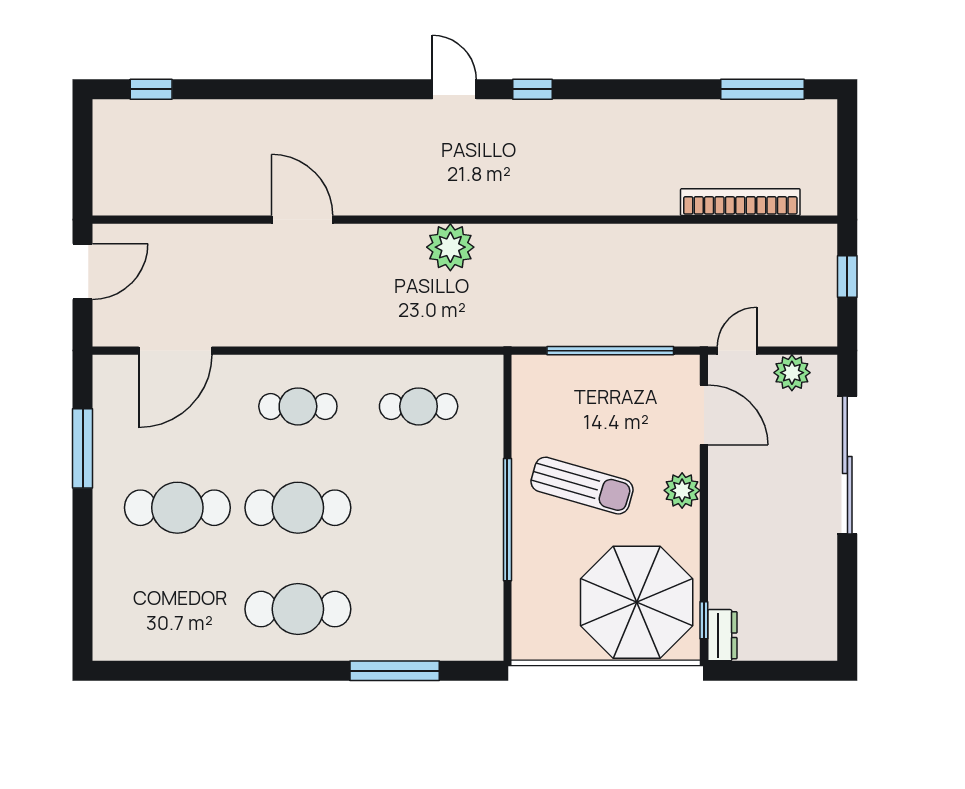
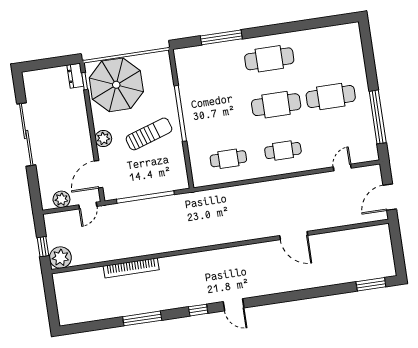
window: (151, 89) -> (371, 284), width x1.50
window: (762, 89) -> (142, 318), moved
bookcase: (740, 202) -> (131, 268), moved
plant: (450, 247) -> (60, 258), moved
door: (175, 351) -> (342, 168), width x0.53
door: (704, 415) -> (99, 174), hinge flipped
window: (83, 448) -> (378, 117), width x1.46
sliding door: (847, 465) -> (26, 134), moved
sun lounger: (582, 486) -> (149, 134), turned 146

